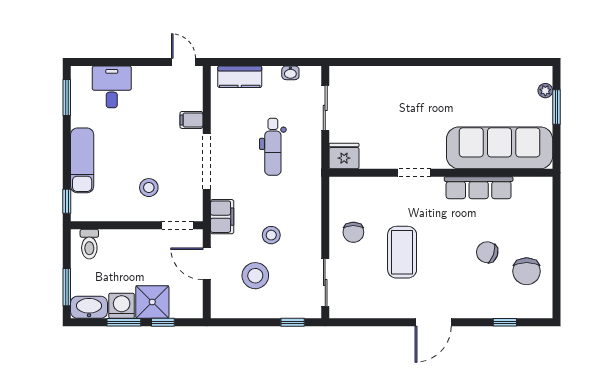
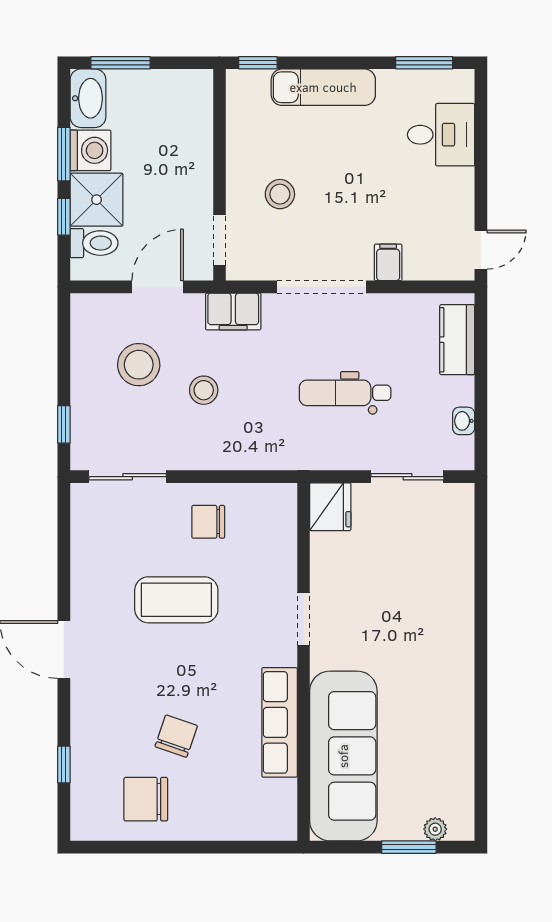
toilet: (89, 244) -> (94, 243), moved, turned 180

